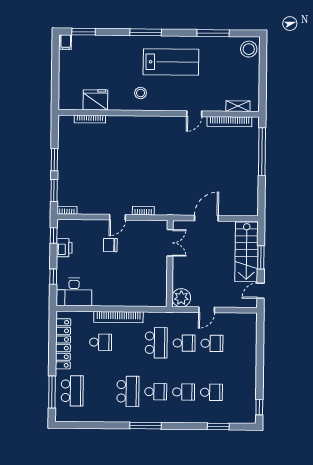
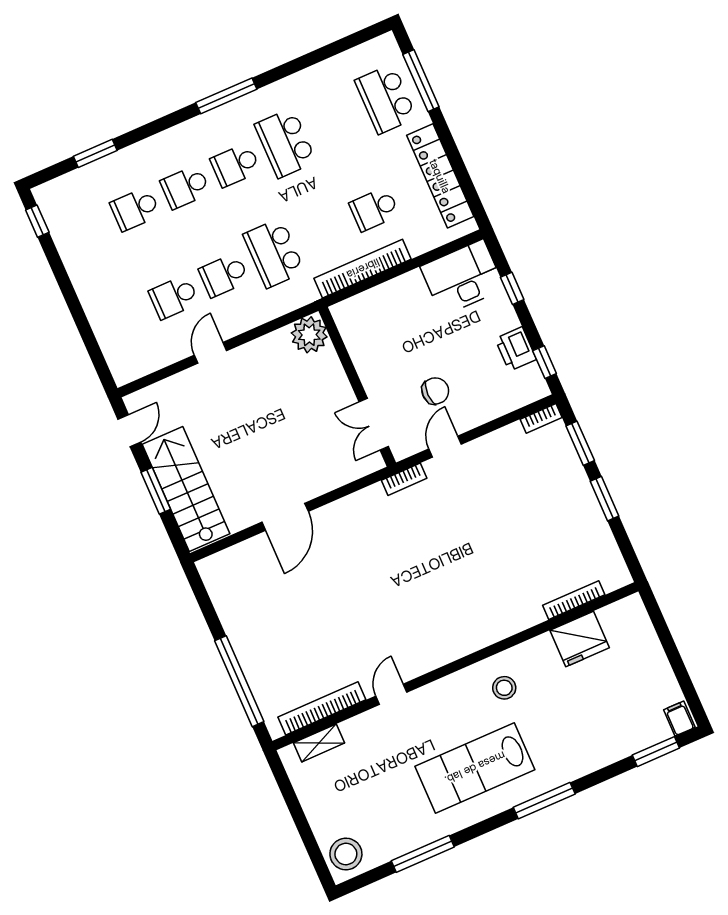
double door: (170, 243) -> (374, 424), moved
wall: (170, 264) -> (357, 387), moved
plant: (181, 298) -> (309, 335), moved

